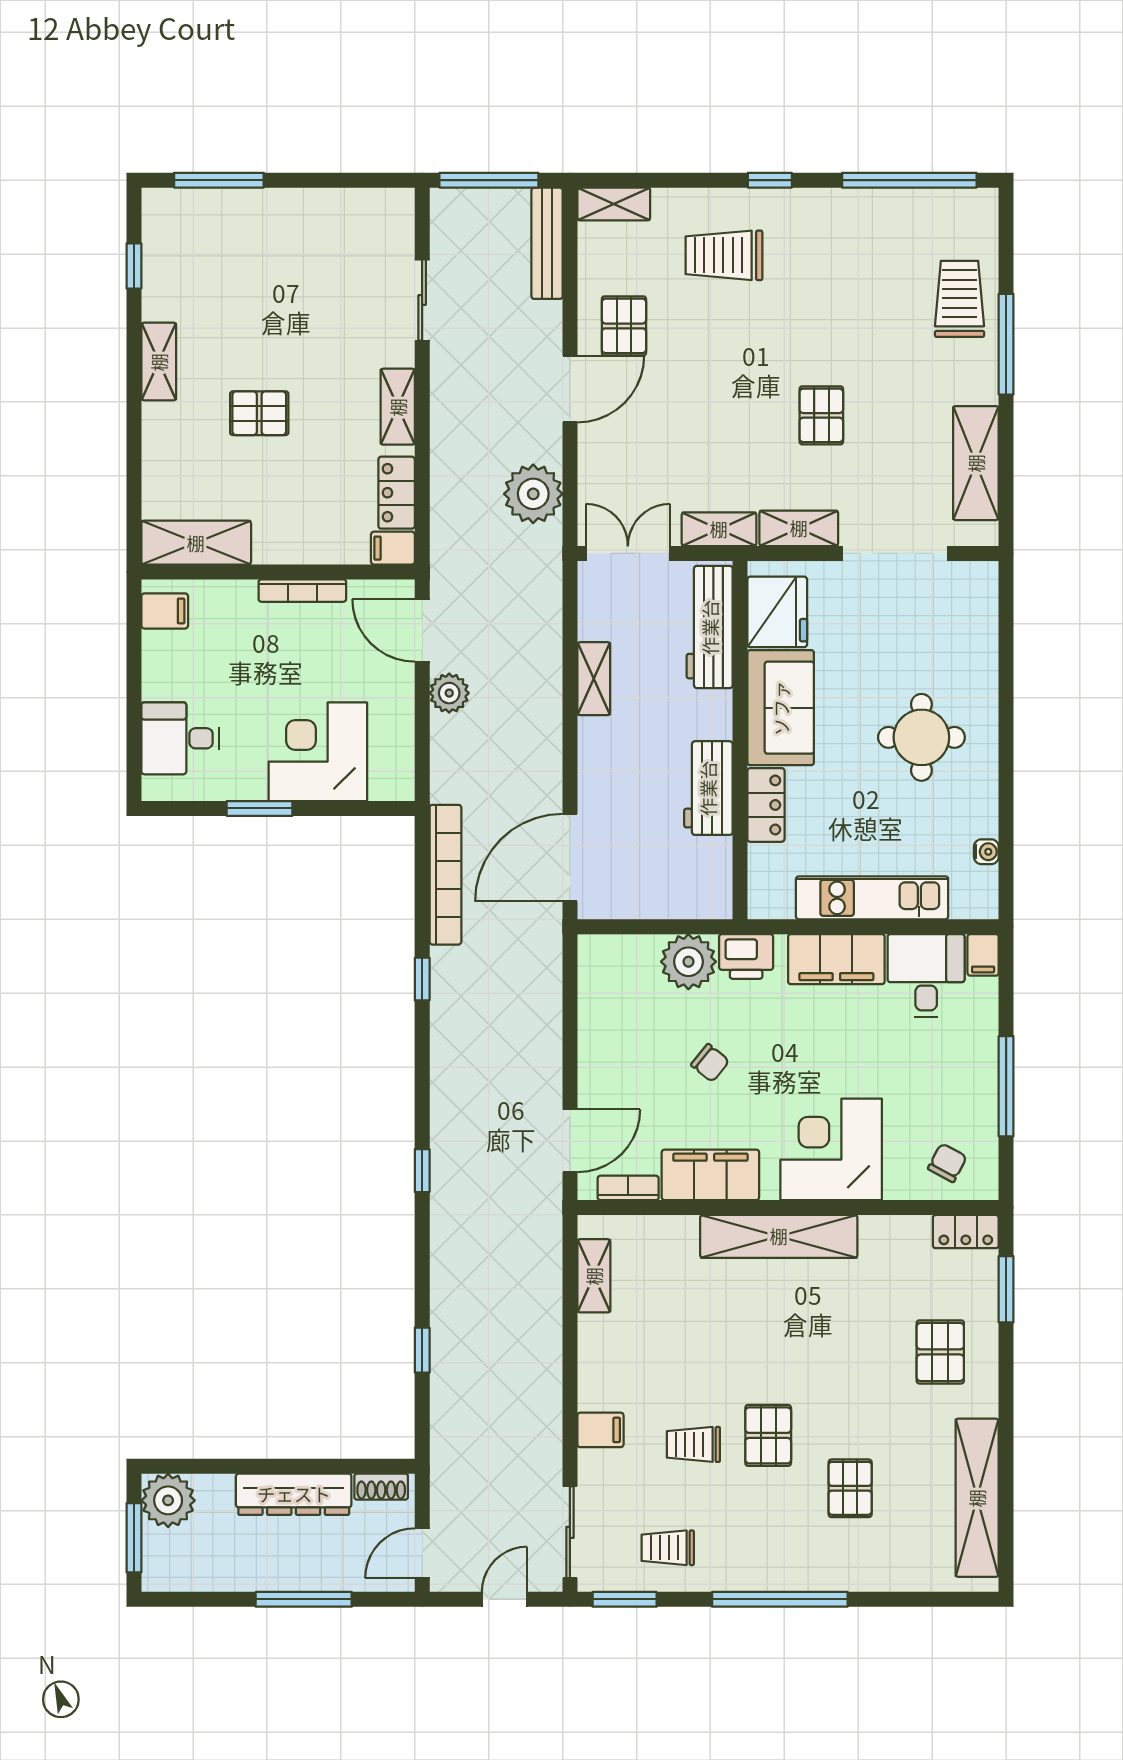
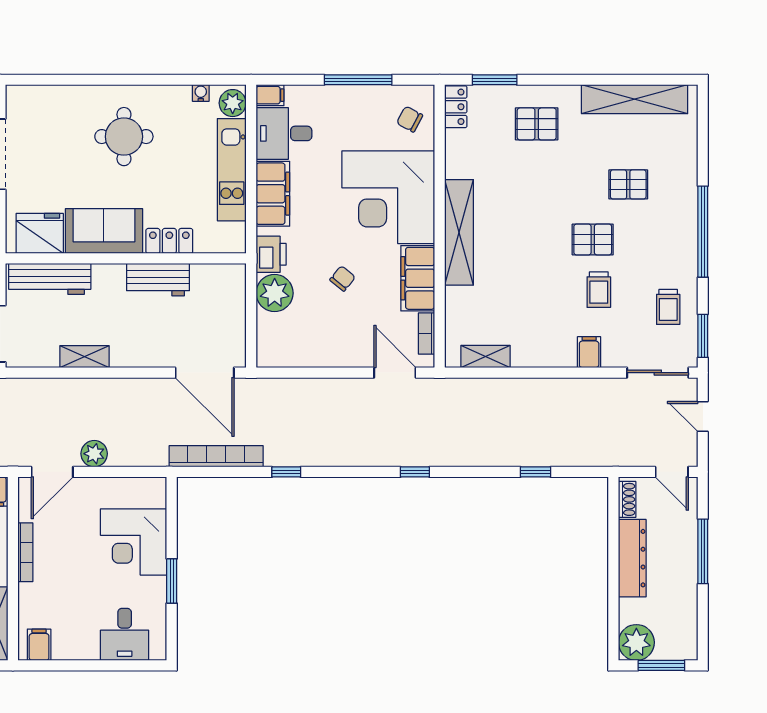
plant: (971, 899) -> (233, 103), added
corner desk: (831, 1149) -> (388, 197), width x1.36, depth x1.36

